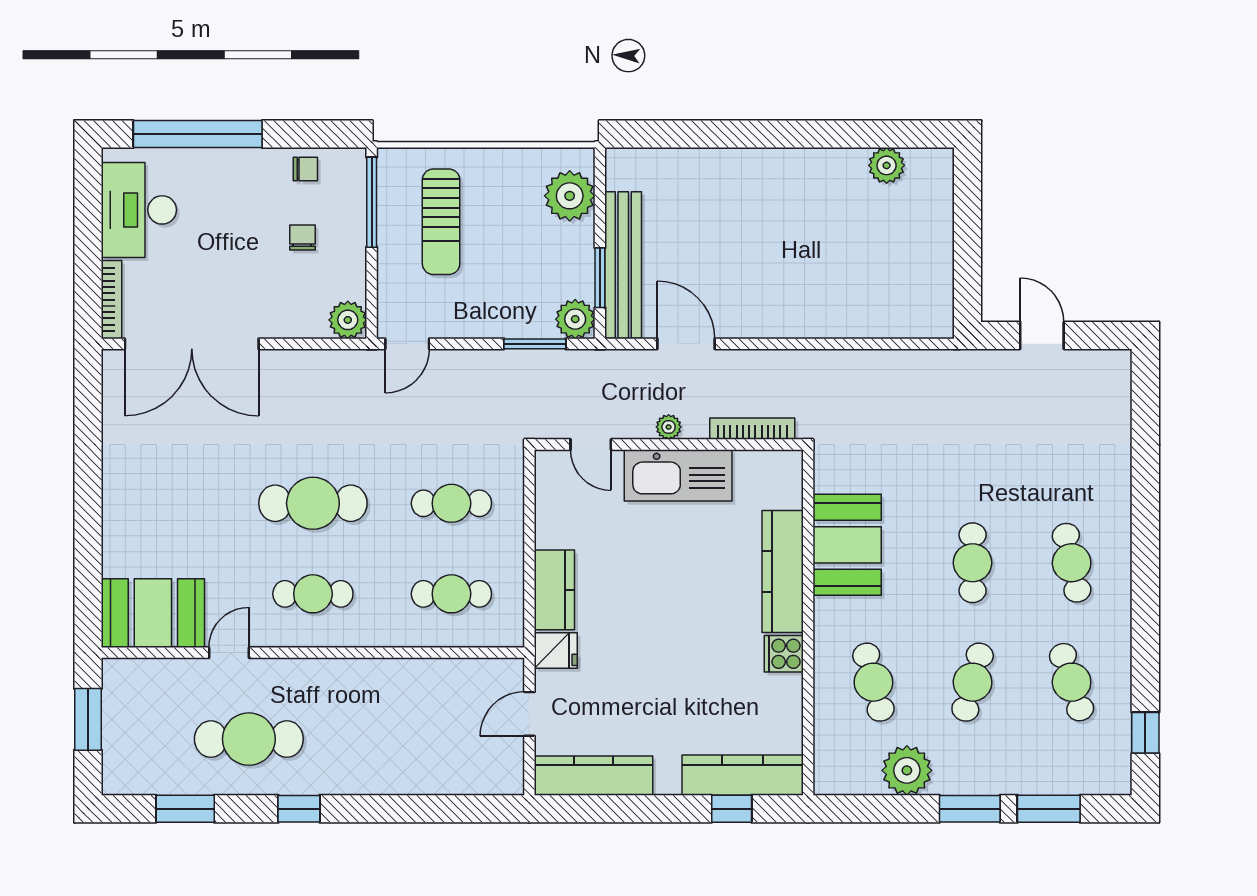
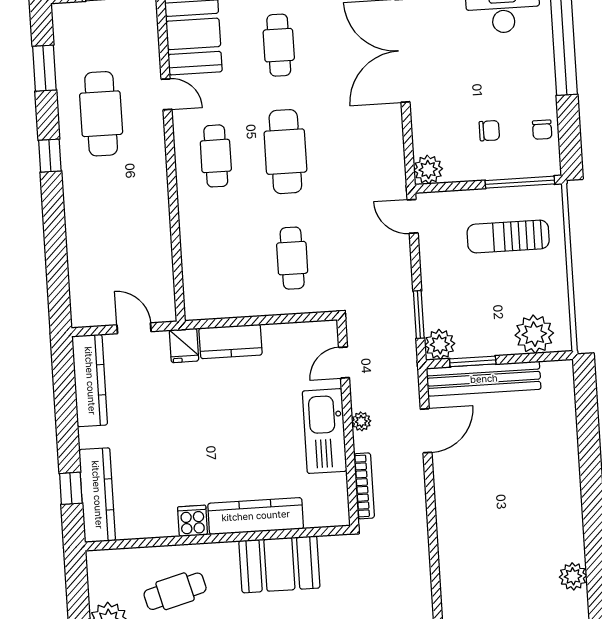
cafe table: (451, 594) -> (279, 45), moved

